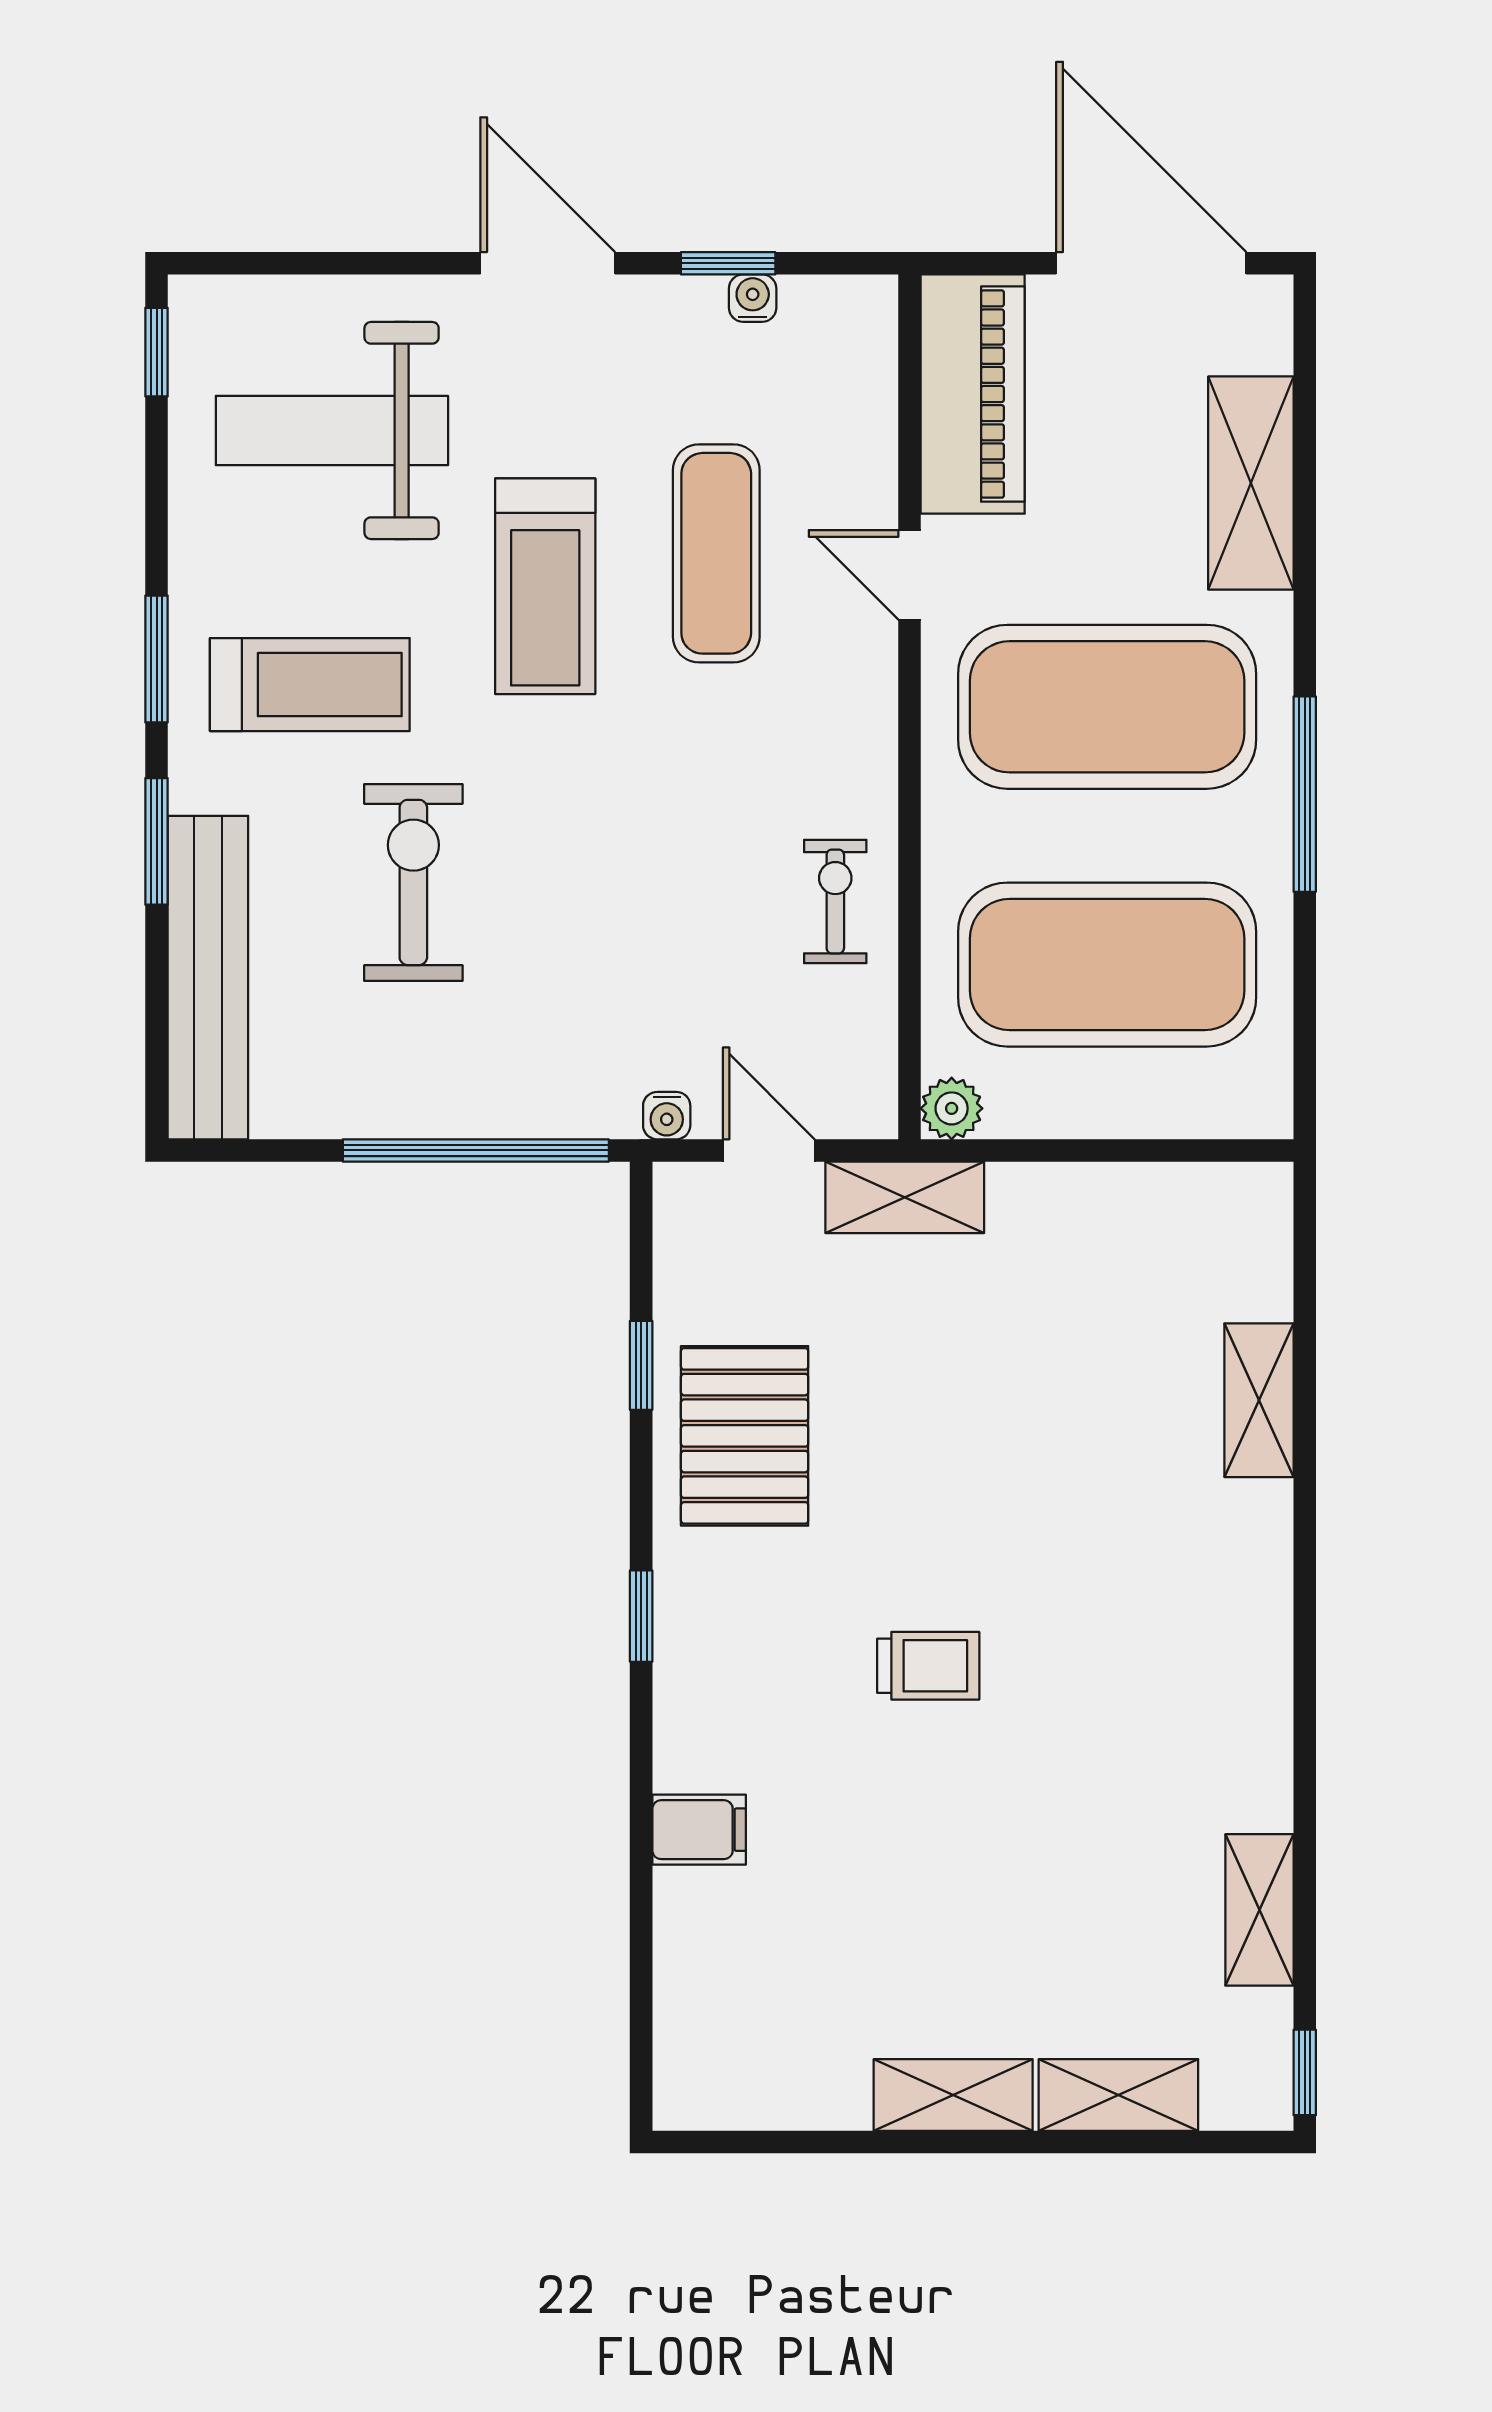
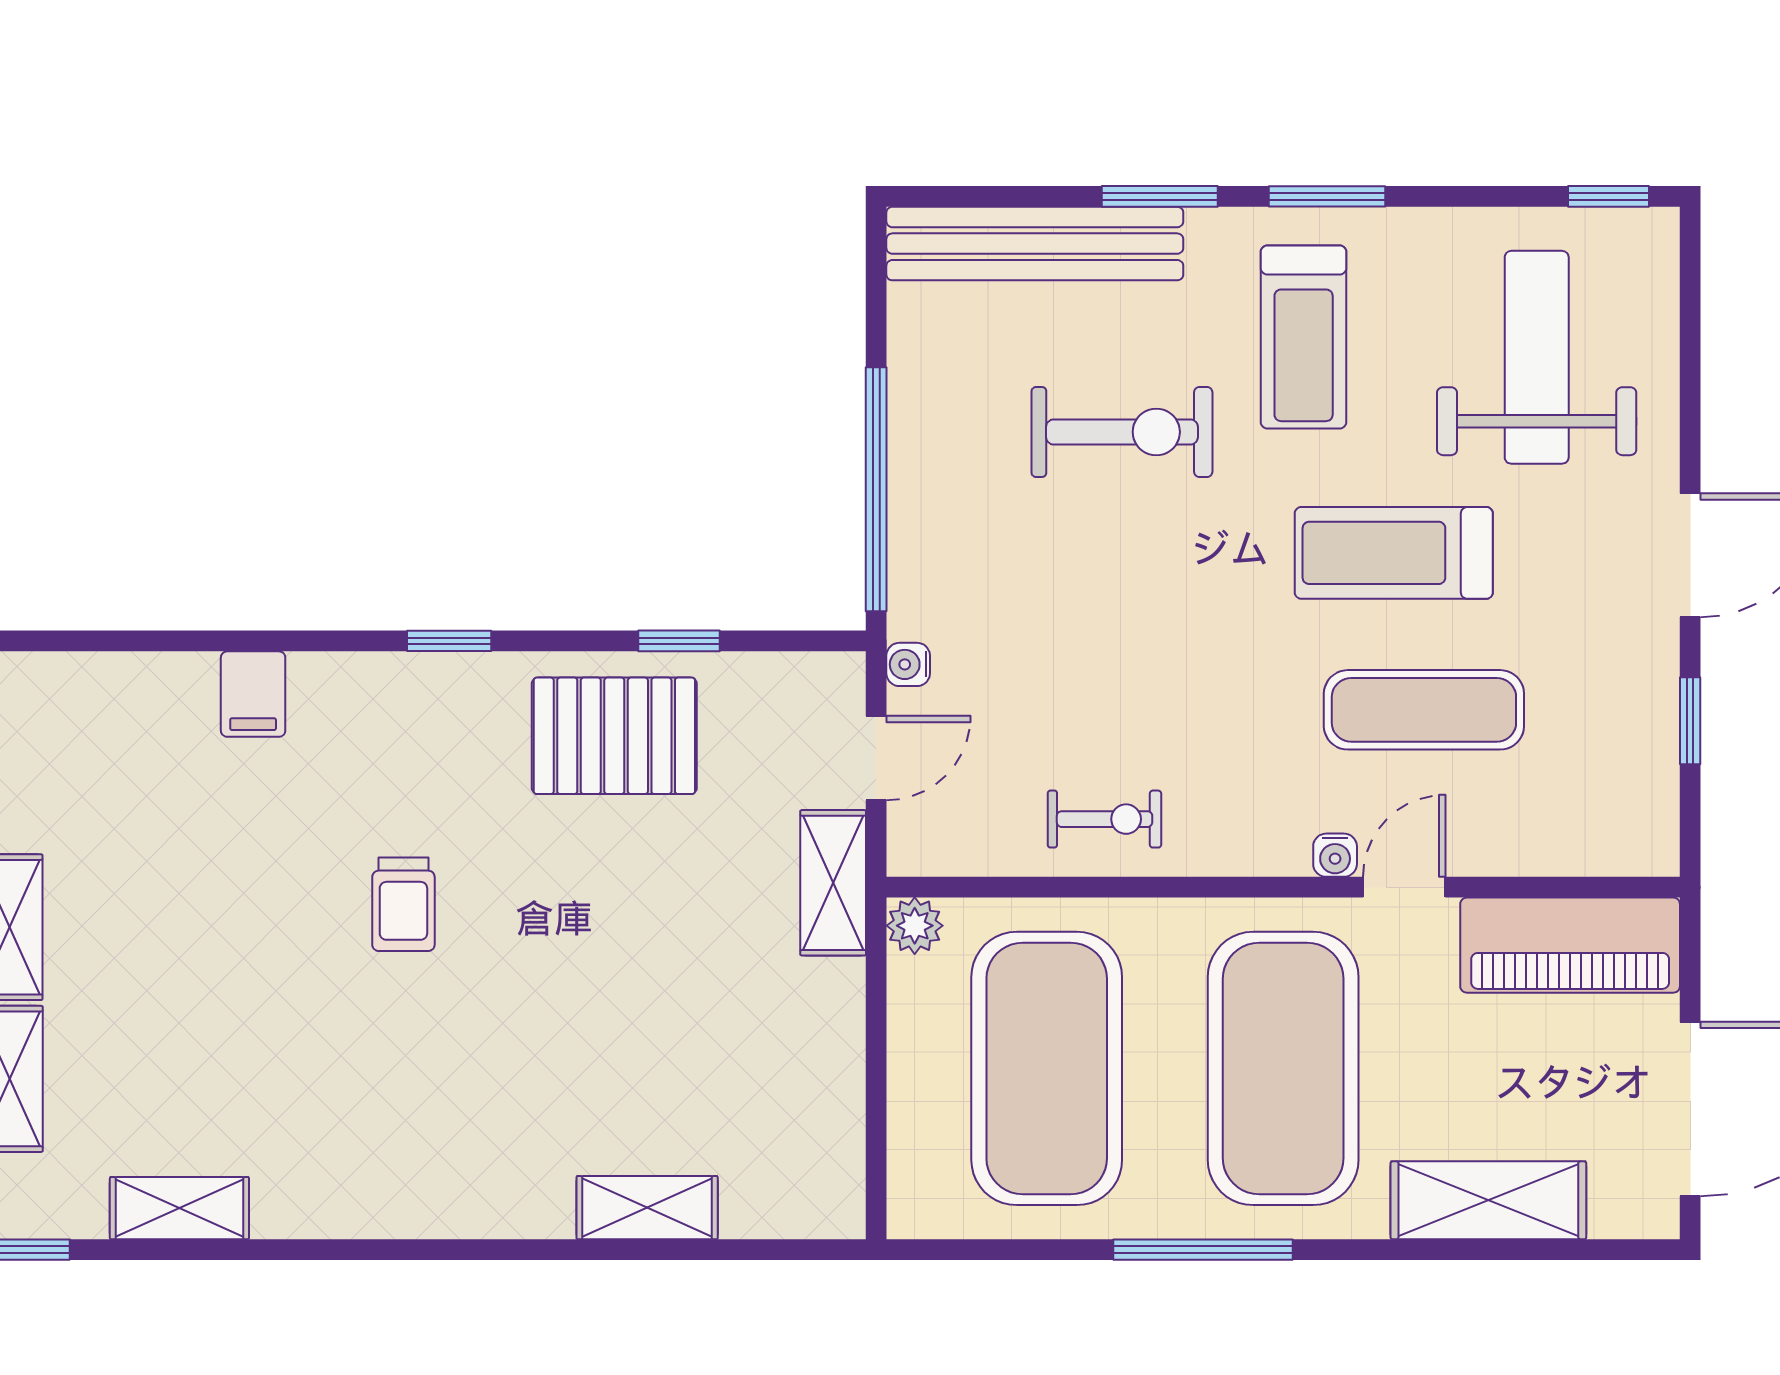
water cooler: (753, 298) -> (1335, 855), moved, turned 90

